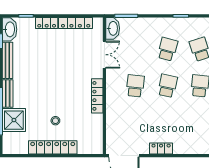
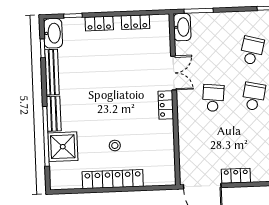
locker: (76, 23) -> (135, 22), width x0.66
double door: (104, 55) -> (174, 73), moved
locker: (97, 96) -> (166, 105), width x0.66
locker: (161, 148) -> (236, 176), moved

